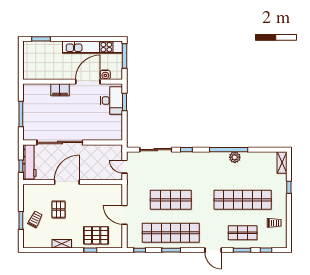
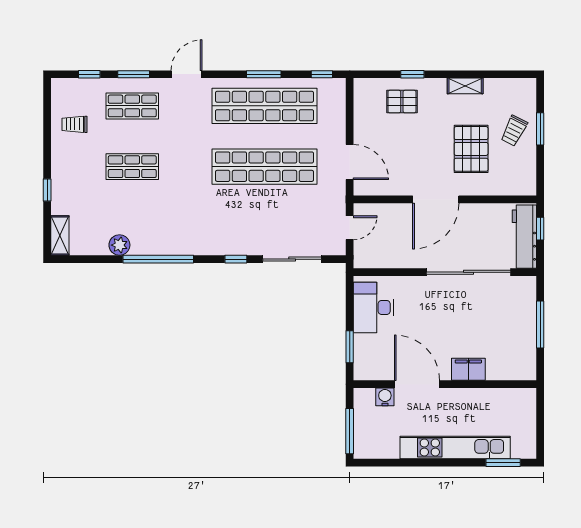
kitchen unit: (93, 47) -> (455, 448), moved
door: (88, 82) -> (417, 384), swing flipped
desk: (112, 101) -> (373, 307), moved
plant: (235, 157) -> (119, 245), moved
door: (124, 167) -> (350, 228), hinge flipped
door: (67, 182) -> (436, 199), moved
shop shelf: (171, 200) -> (265, 167), width x1.40
shop shelf: (243, 200) -> (132, 167), width x0.50, depth x0.74
pallet: (58, 209) -> (471, 149), width x1.50, depth x1.42
door: (124, 215) -> (350, 162), moved
pallet: (96, 235) -> (402, 102), width x0.67, depth x0.71
door: (213, 250) -> (187, 74), hinge flipped

